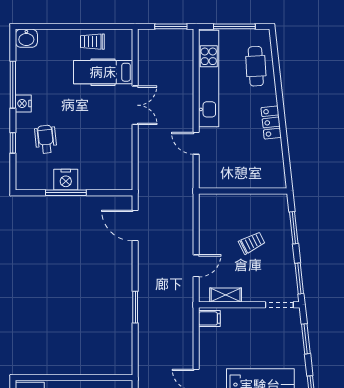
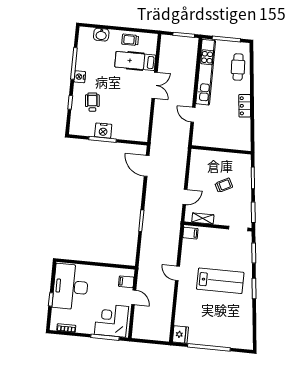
washbasin: (26, 38) -> (101, 35), moved

